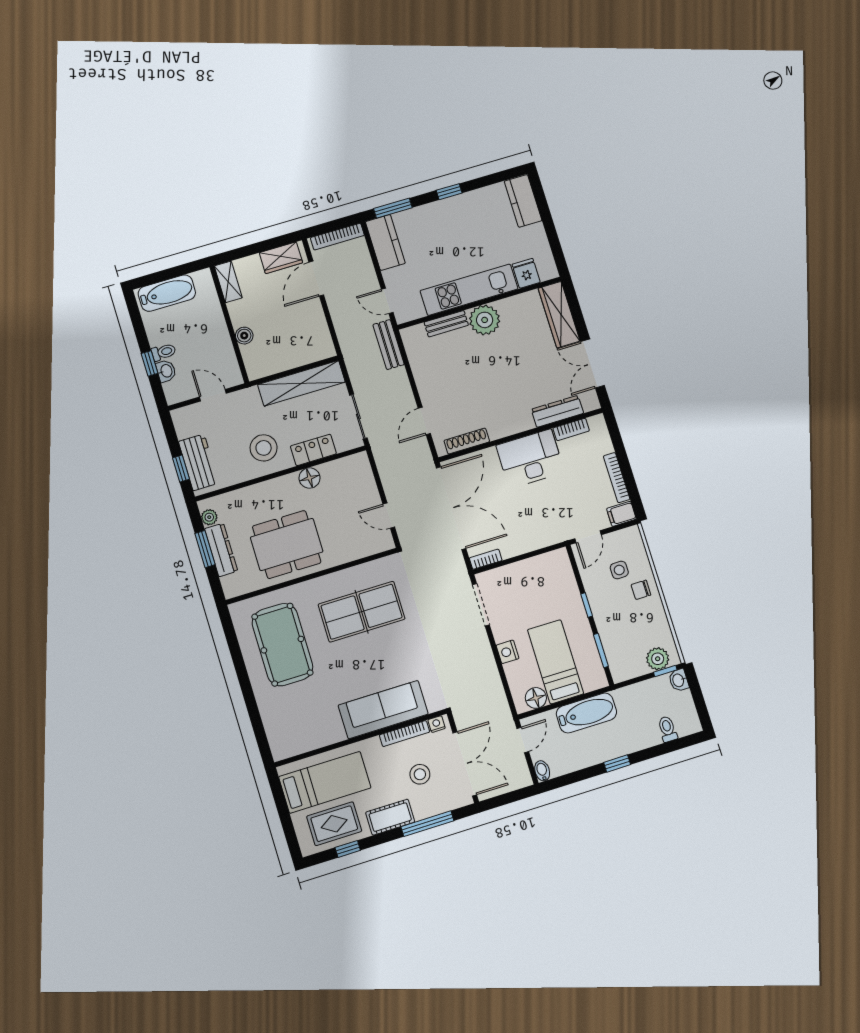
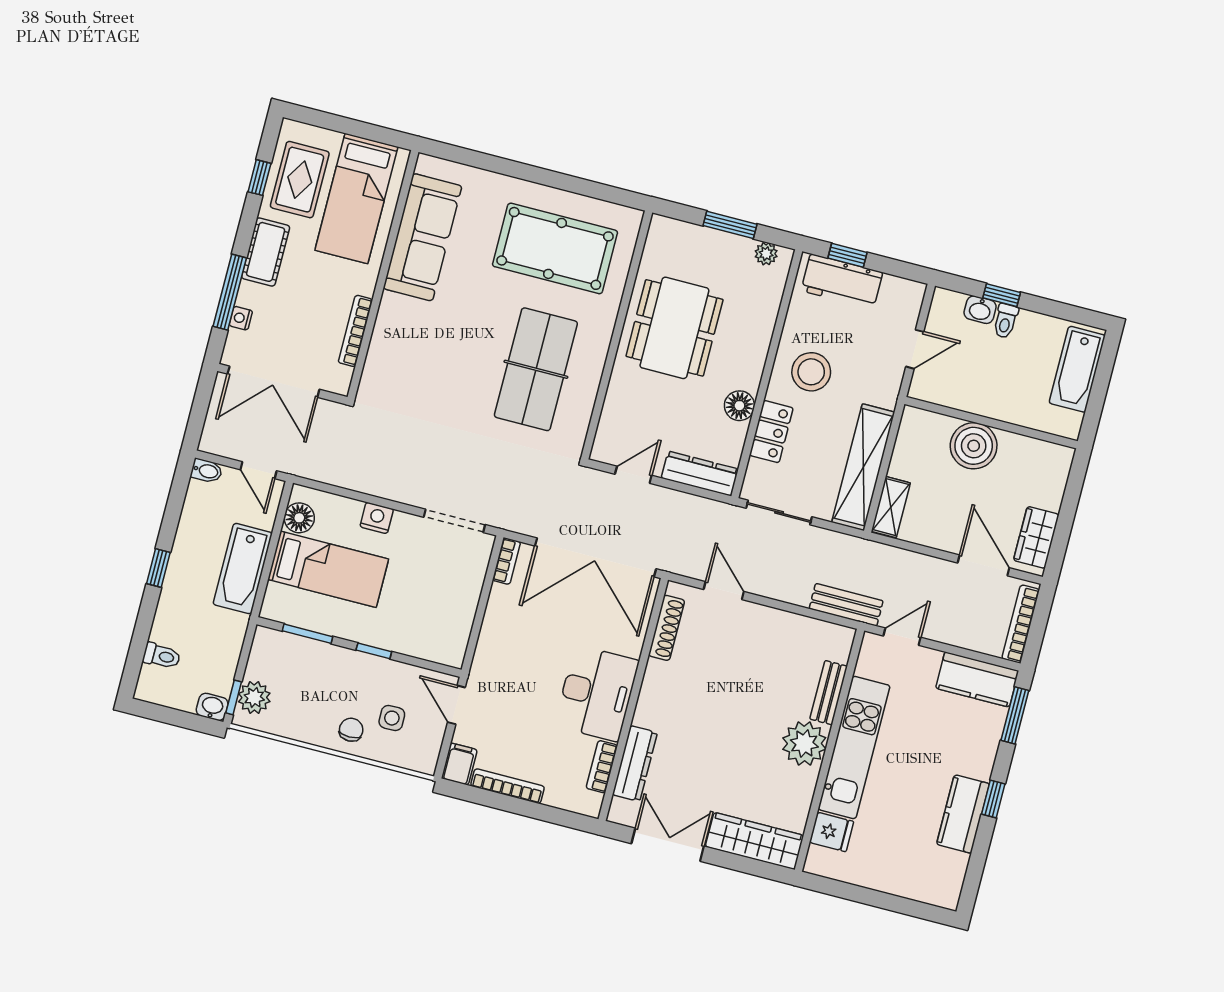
kitchen counter: (523, 201) -> (963, 814), moved, turned -90
shelving: (228, 282) -> (891, 507), moved, turned 90
boiler: (244, 336) -> (974, 446), width x1.86, depth x1.86
dresser: (221, 550) -> (700, 474), moved, turned 180
sofa: (383, 710) -> (423, 237), moved
nightstand: (437, 724) -> (241, 318), moved, turned 180
stool: (420, 774) -> (295, 319), removed

